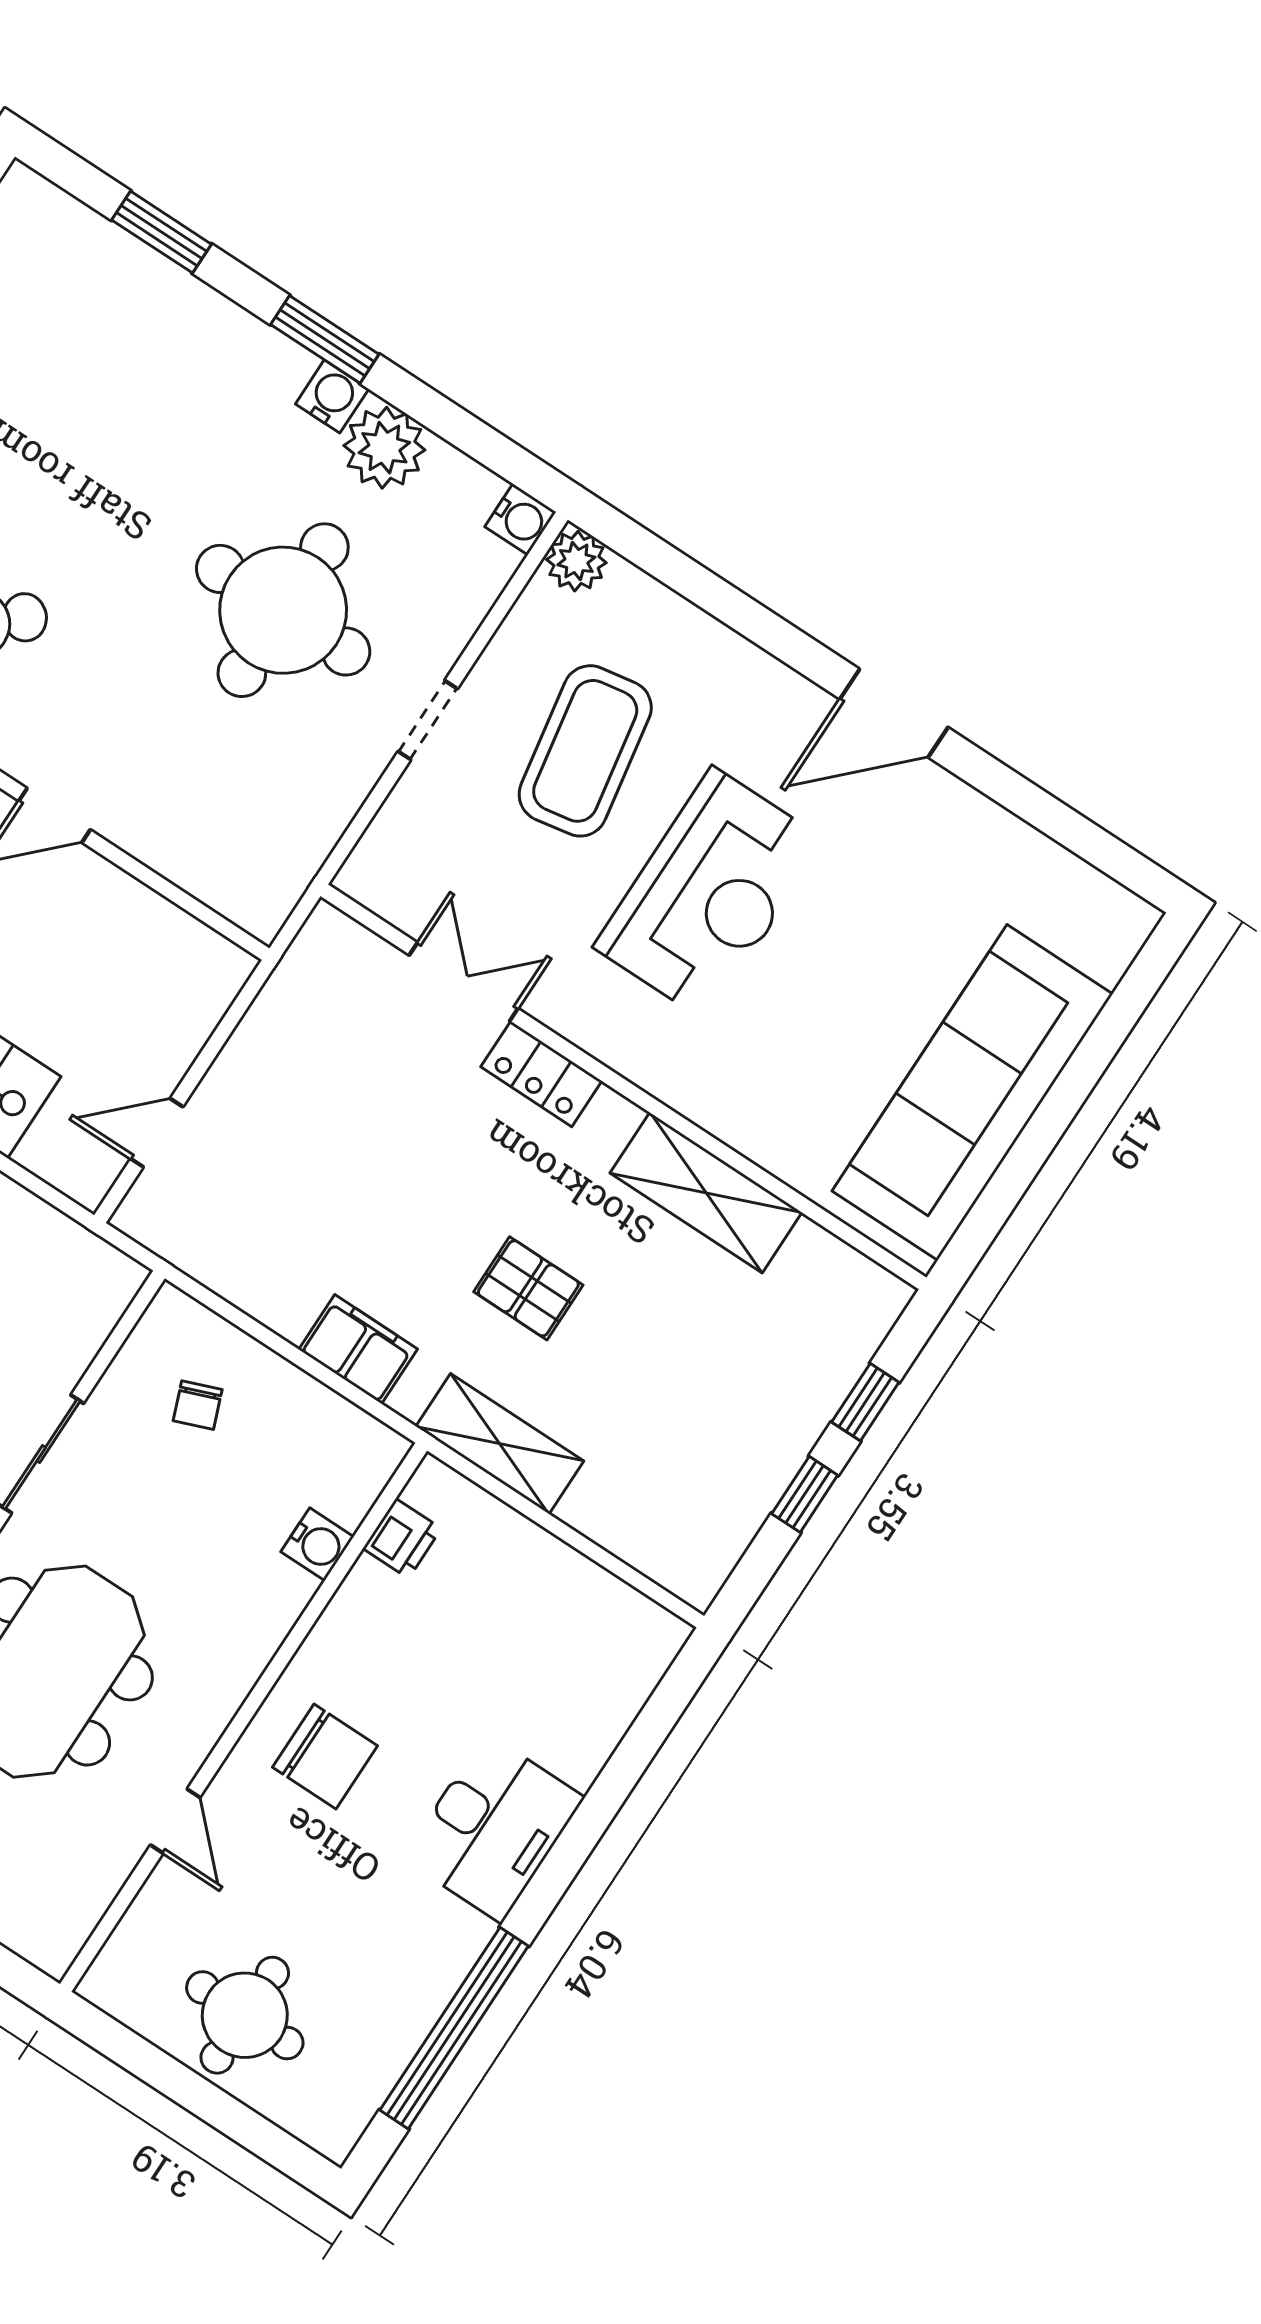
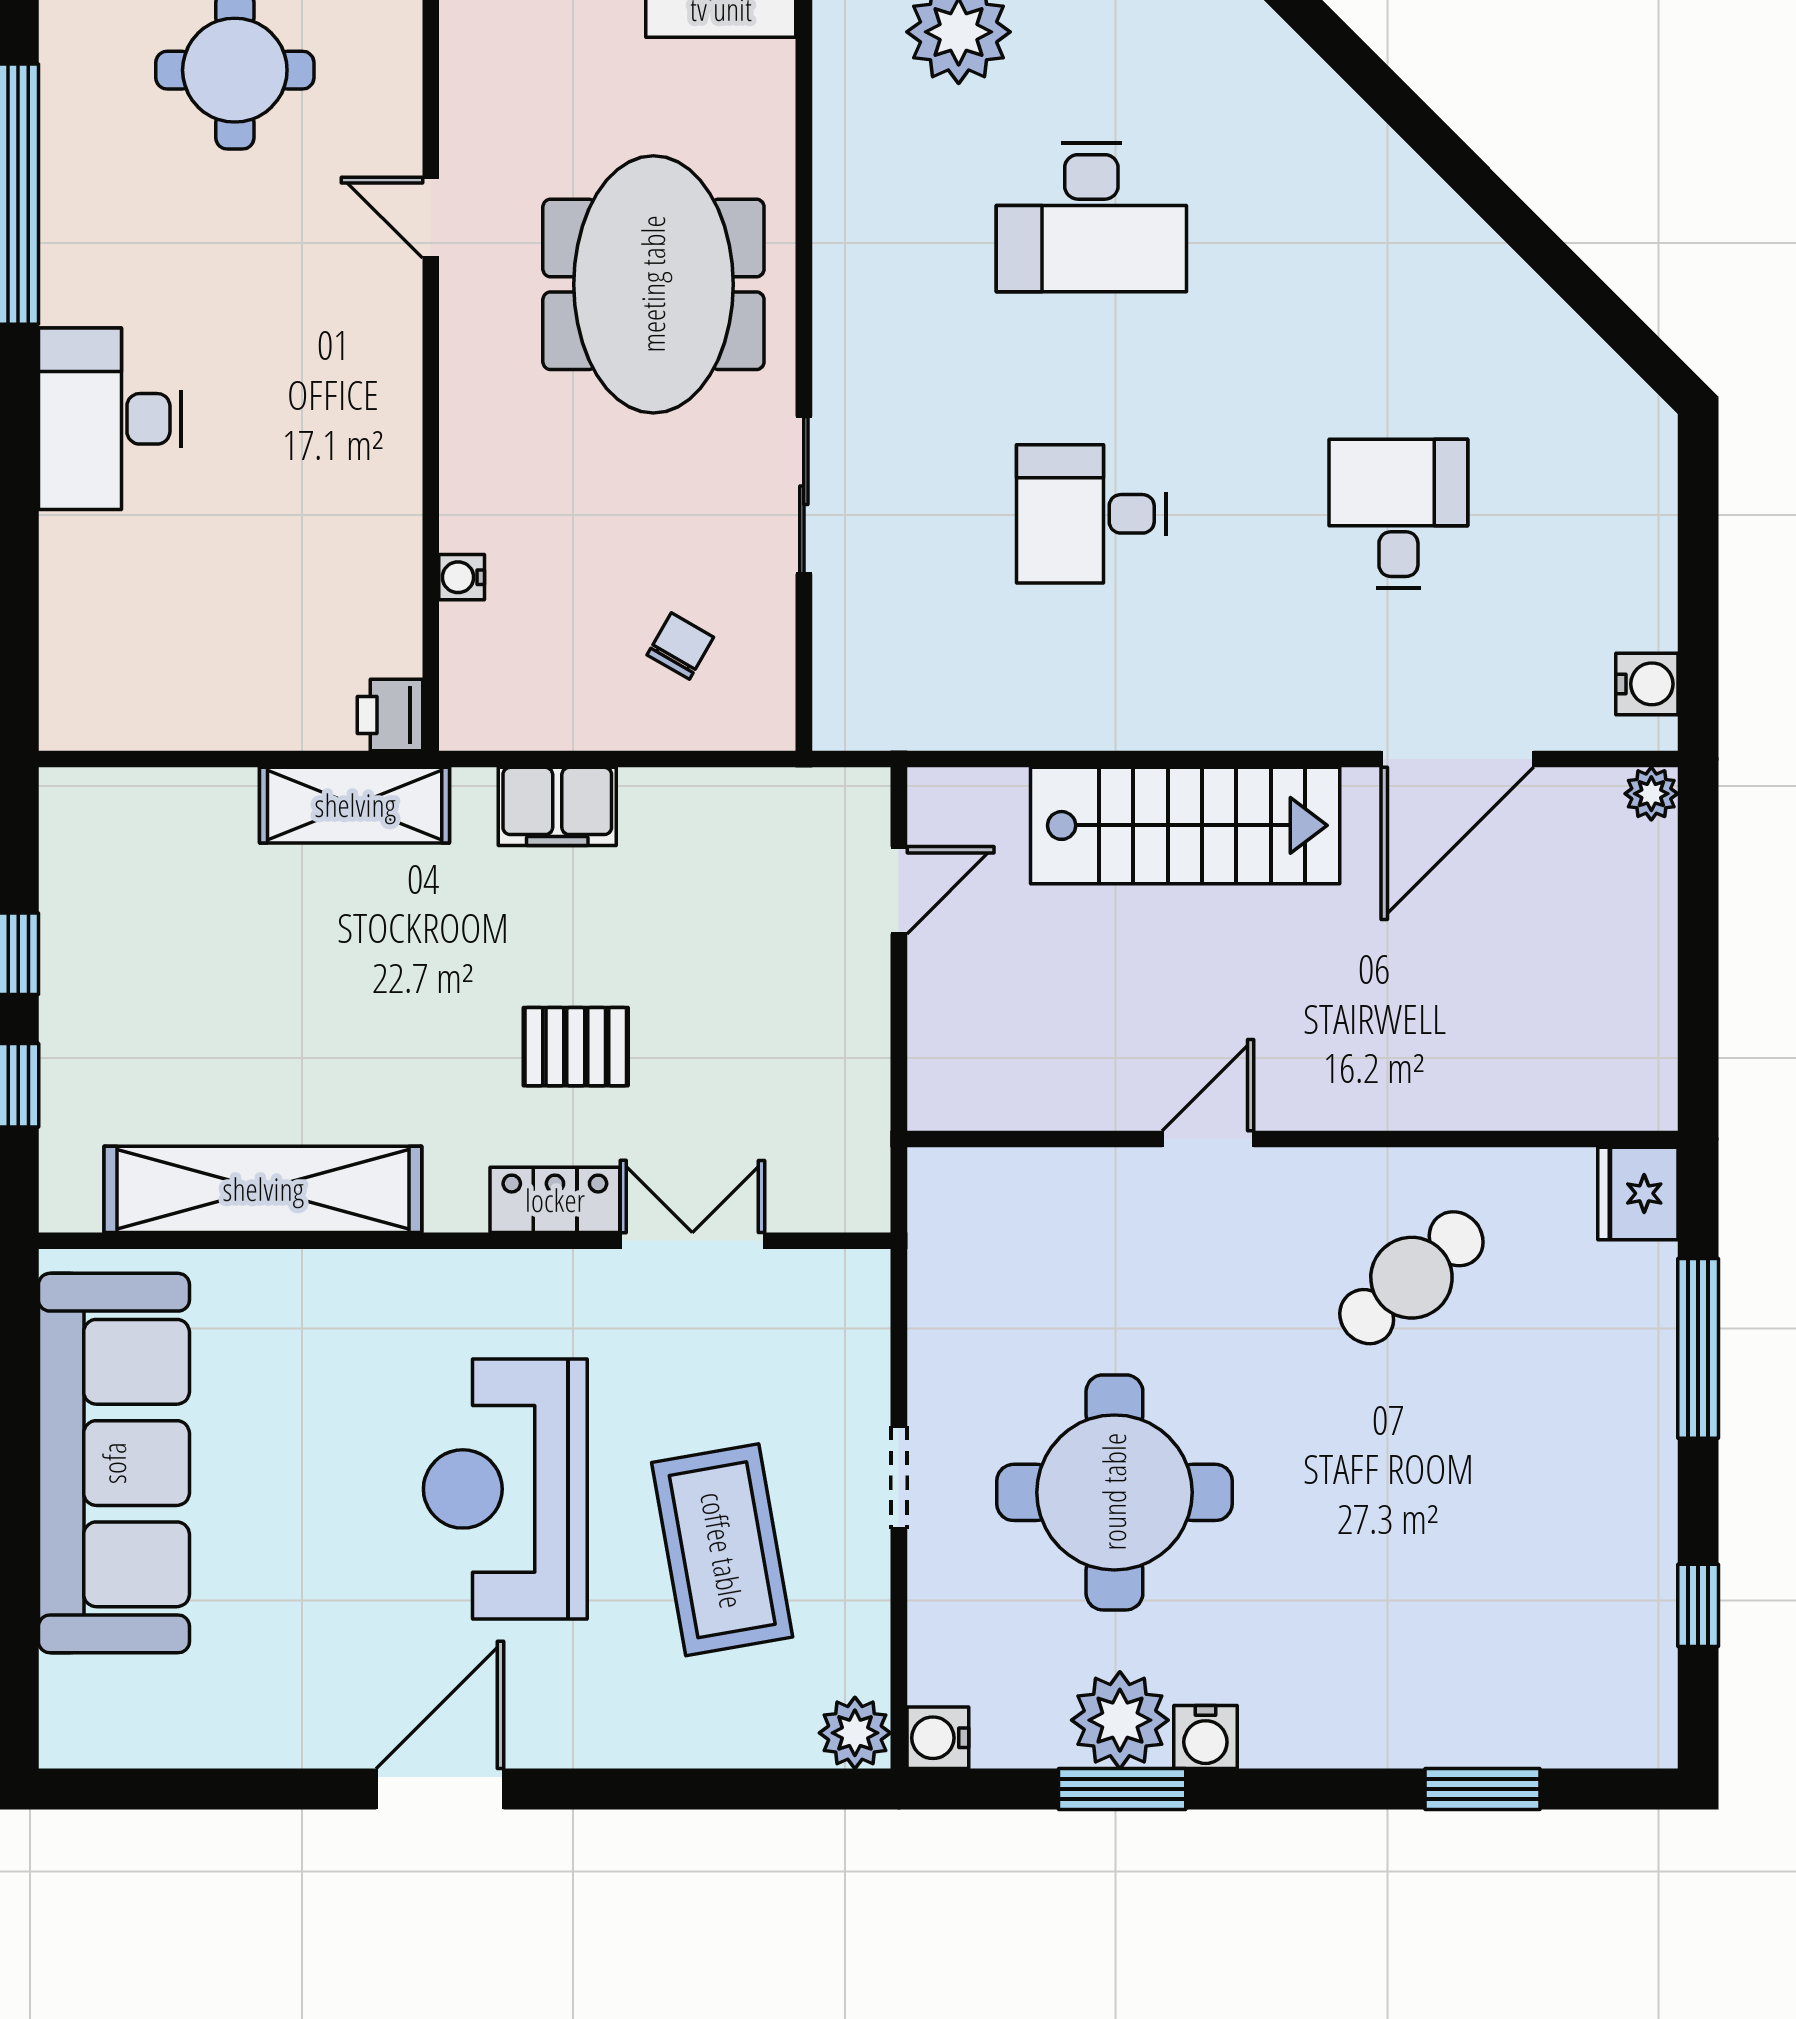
window: (325, 339) -> (1122, 1789), moved
double door: (464, 982) -> (692, 1241), swing flipped
shelving: (706, 1193) -> (263, 1189), width x1.47
pallet: (528, 1288) -> (576, 1047), moved
chair: (198, 1405) -> (680, 646), turned 51
printer: (402, 1538) -> (390, 715), moved
water cooler: (317, 1544) -> (462, 577), width x0.72, depth x0.72
chair: (325, 1756) -> (324, 380), removed

